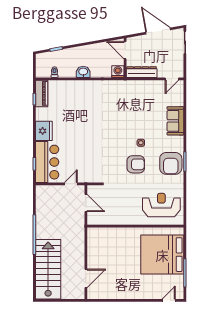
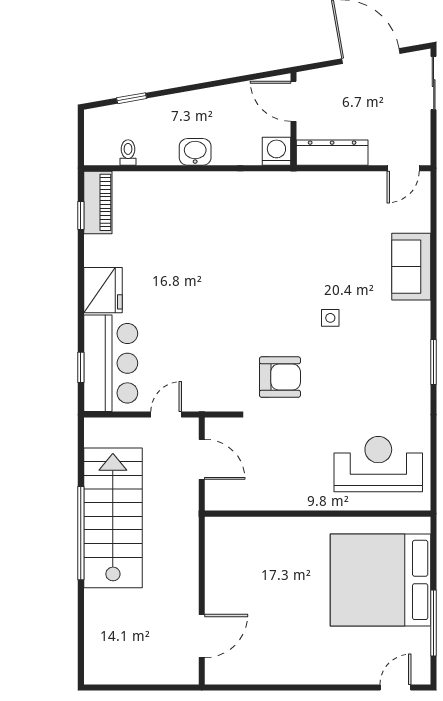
armchair: (171, 163) -> (400, 366), removed
armchair: (136, 164) -> (280, 377), moved
stairs: (48, 269) -> (113, 518), moved

